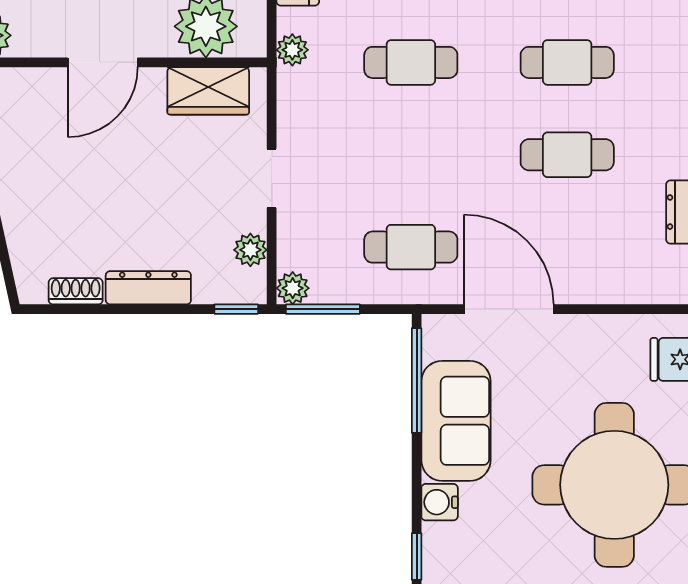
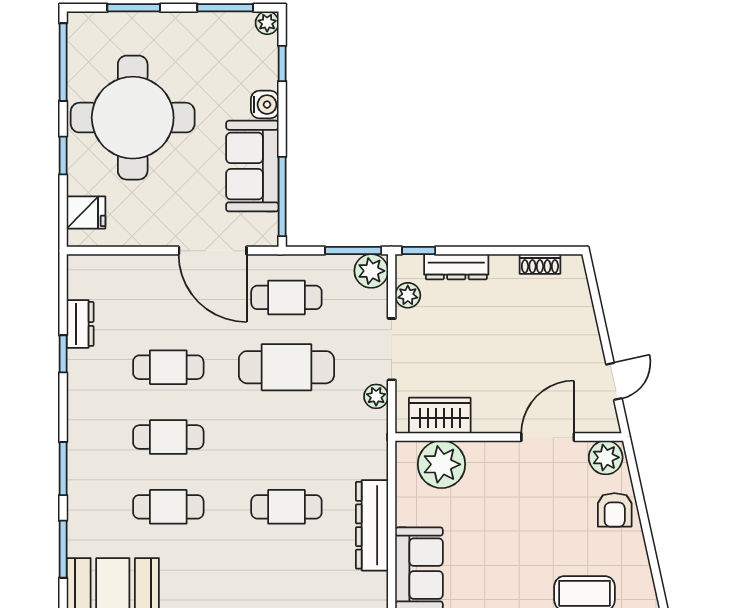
plant: (292, 50) -> (376, 396), moved
door: (103, 62) -> (548, 437), moved
cafe table: (411, 62) -> (286, 367), moved, width x1.37, depth x1.35
doorway: (272, 178) -> (392, 349), width x1.38
dresser: (148, 288) -> (456, 267), moved
plant: (293, 288) -> (371, 271), width x1.38, depth x1.38

